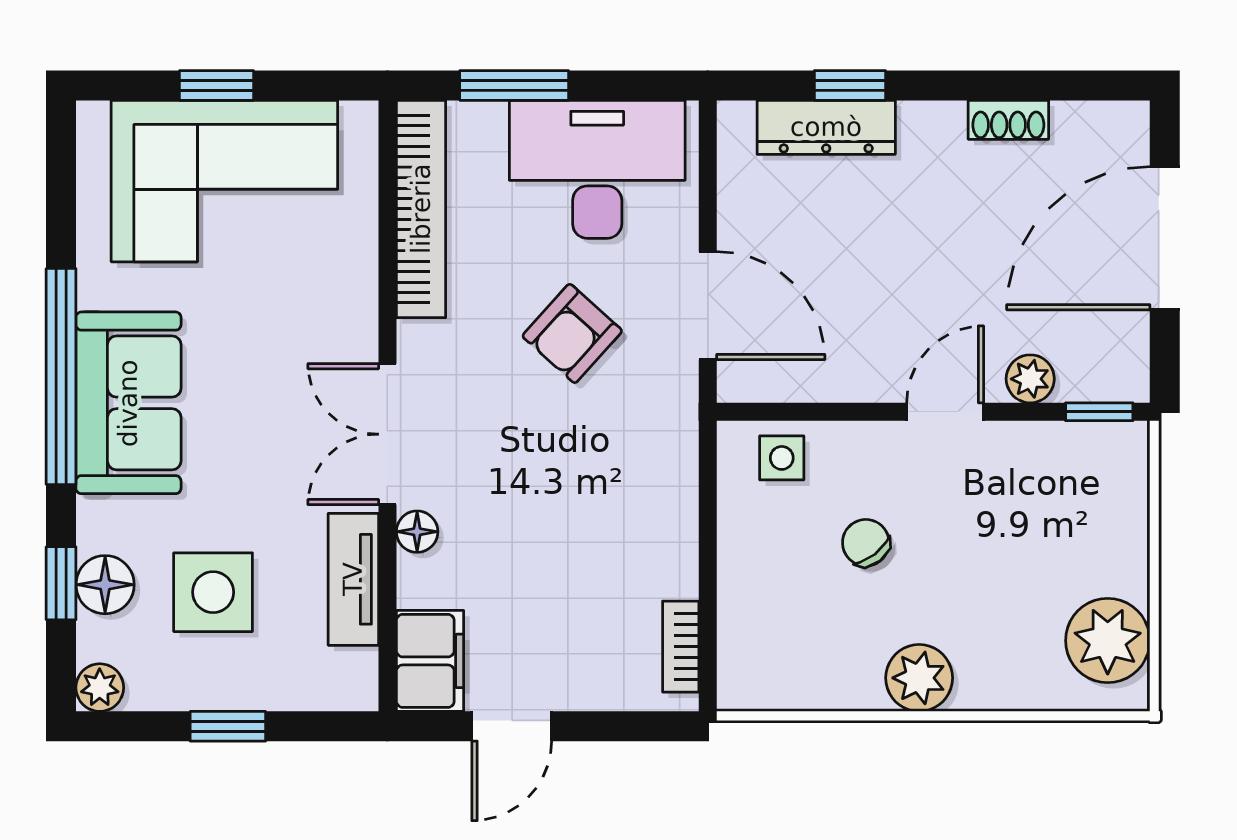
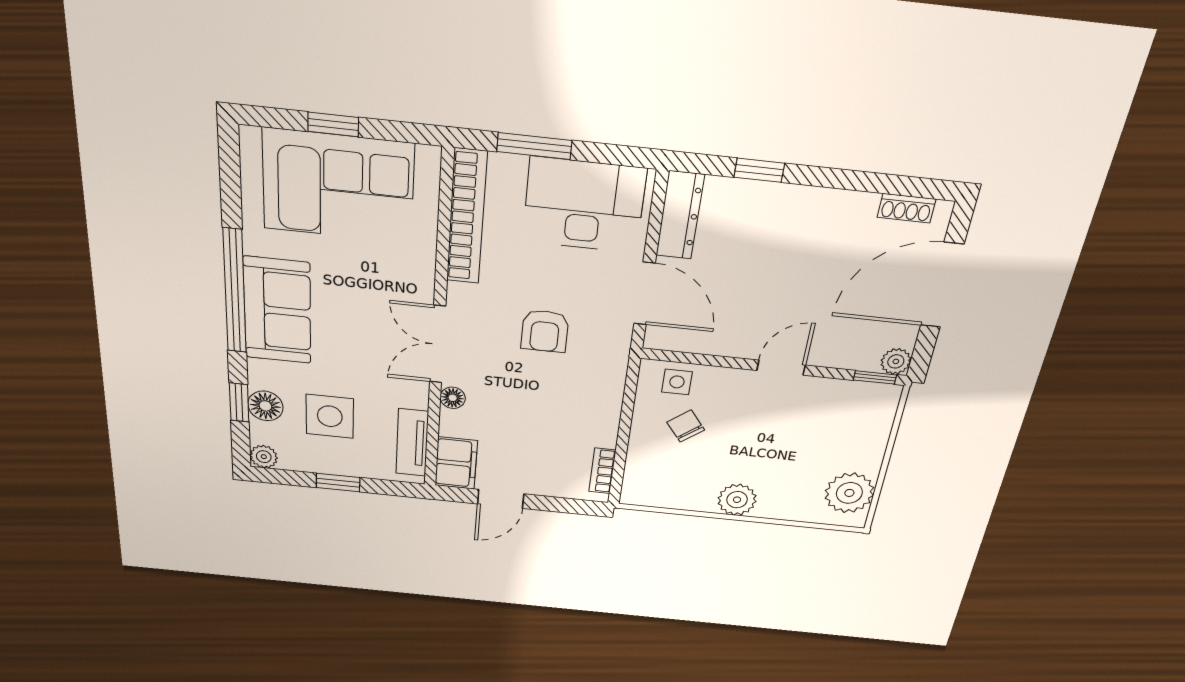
shoe rack: (1008, 120) -> (906, 208), moved
dresser: (826, 127) -> (680, 215), moved, turned -90
armchair: (572, 333) -> (545, 331), moved, turned -42
plant: (1030, 379) -> (896, 361), moved
chair: (866, 543) -> (686, 426), moved
tv unit: (353, 579) -> (412, 443), moved

